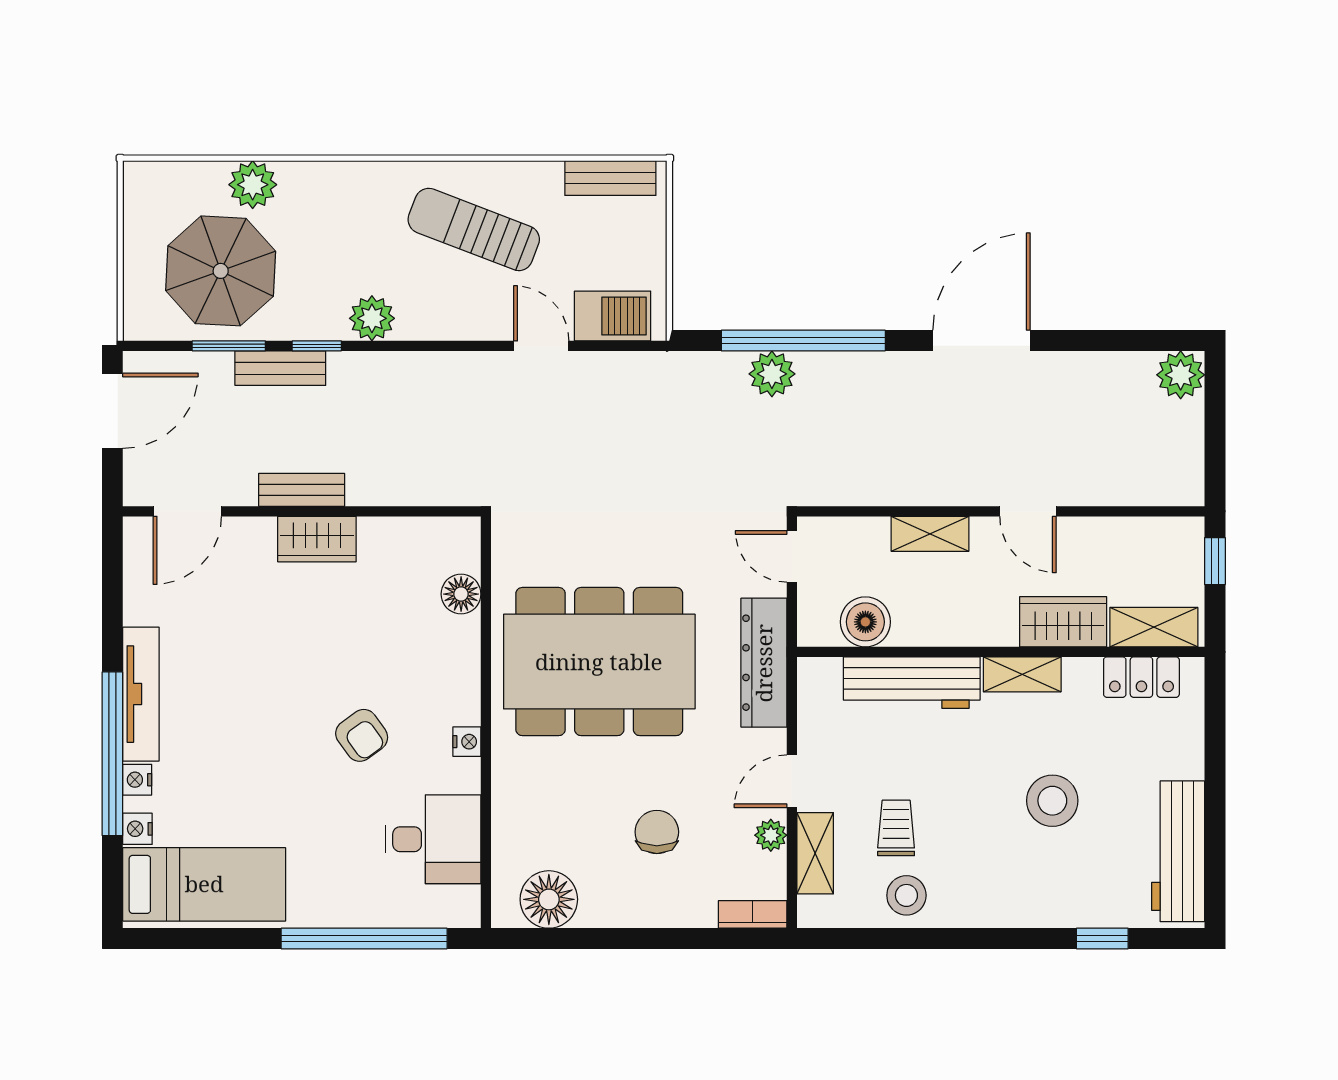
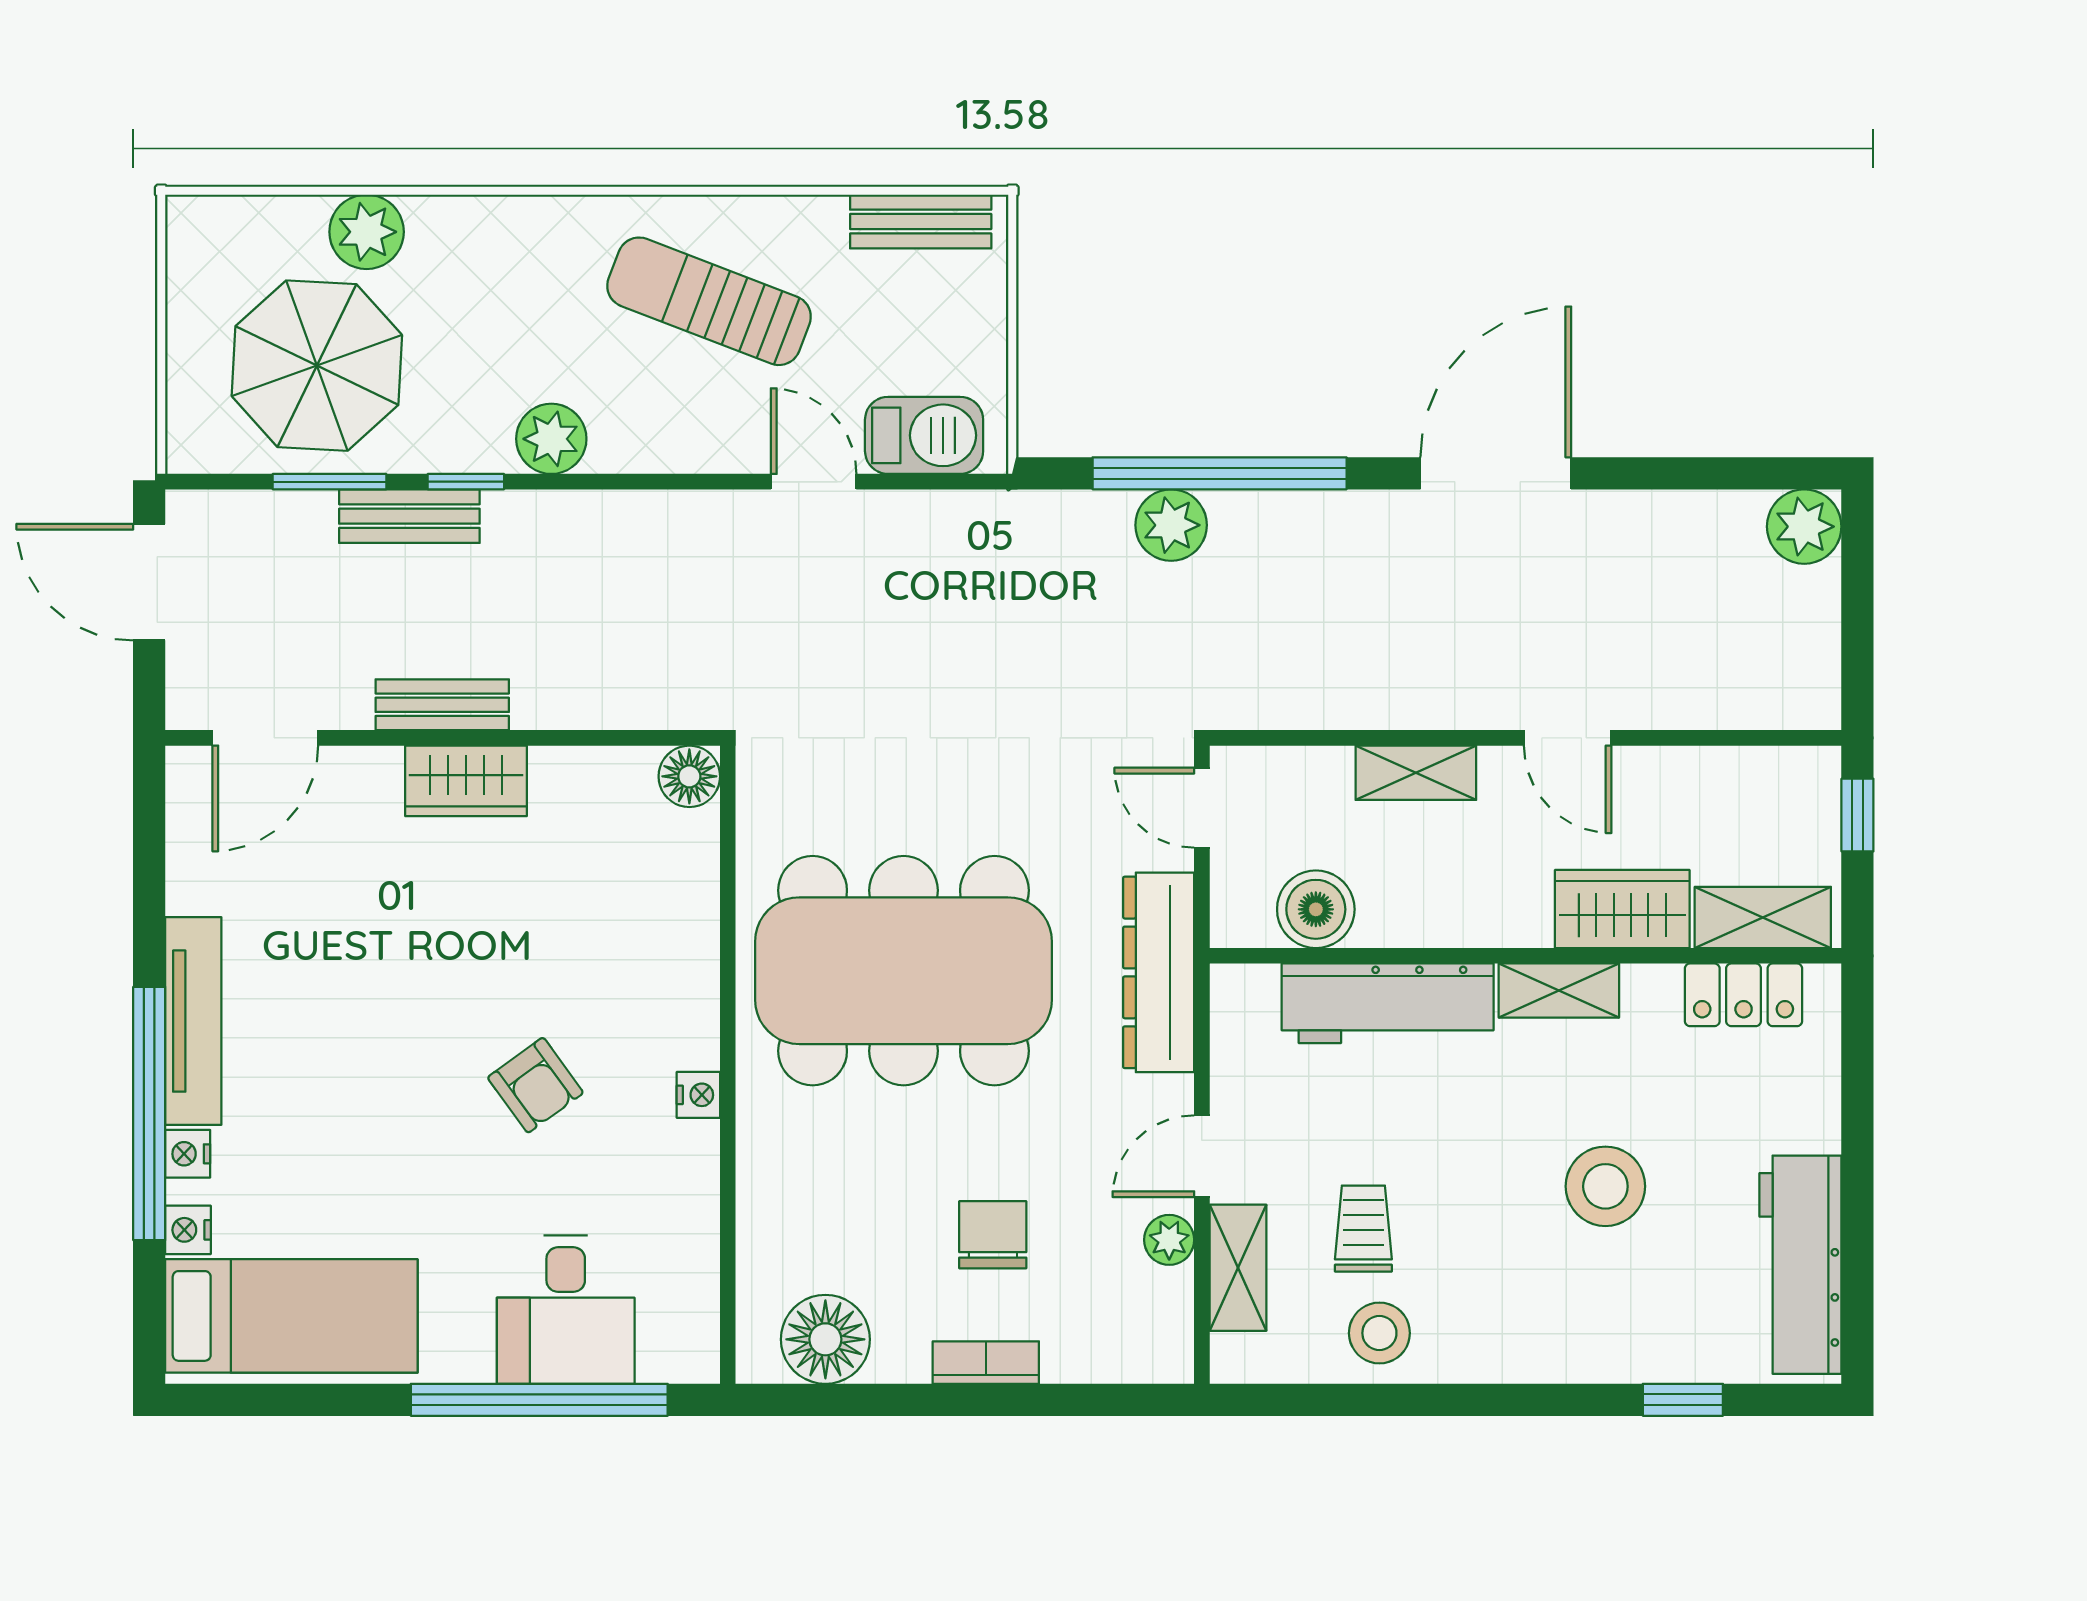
door: (112, 411) -> (149, 582), swing flipped
floor lamp: (461, 594) -> (689, 776), moved
desk: (433, 839) -> (566, 1310), moved, turned 90
bookcase: (753, 914) -> (986, 1363), moved

